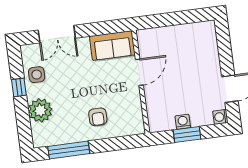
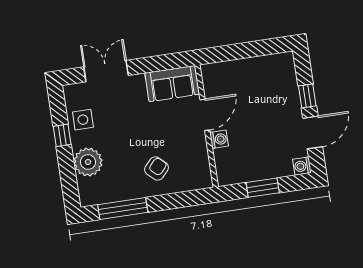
double door: (57, 34) -> (106, 71), swing flipped
window: (226, 58) -> (307, 96), added
armchair: (98, 117) -> (156, 169), turned -137
washing machine: (183, 122) -> (219, 139), moved, turned 90

